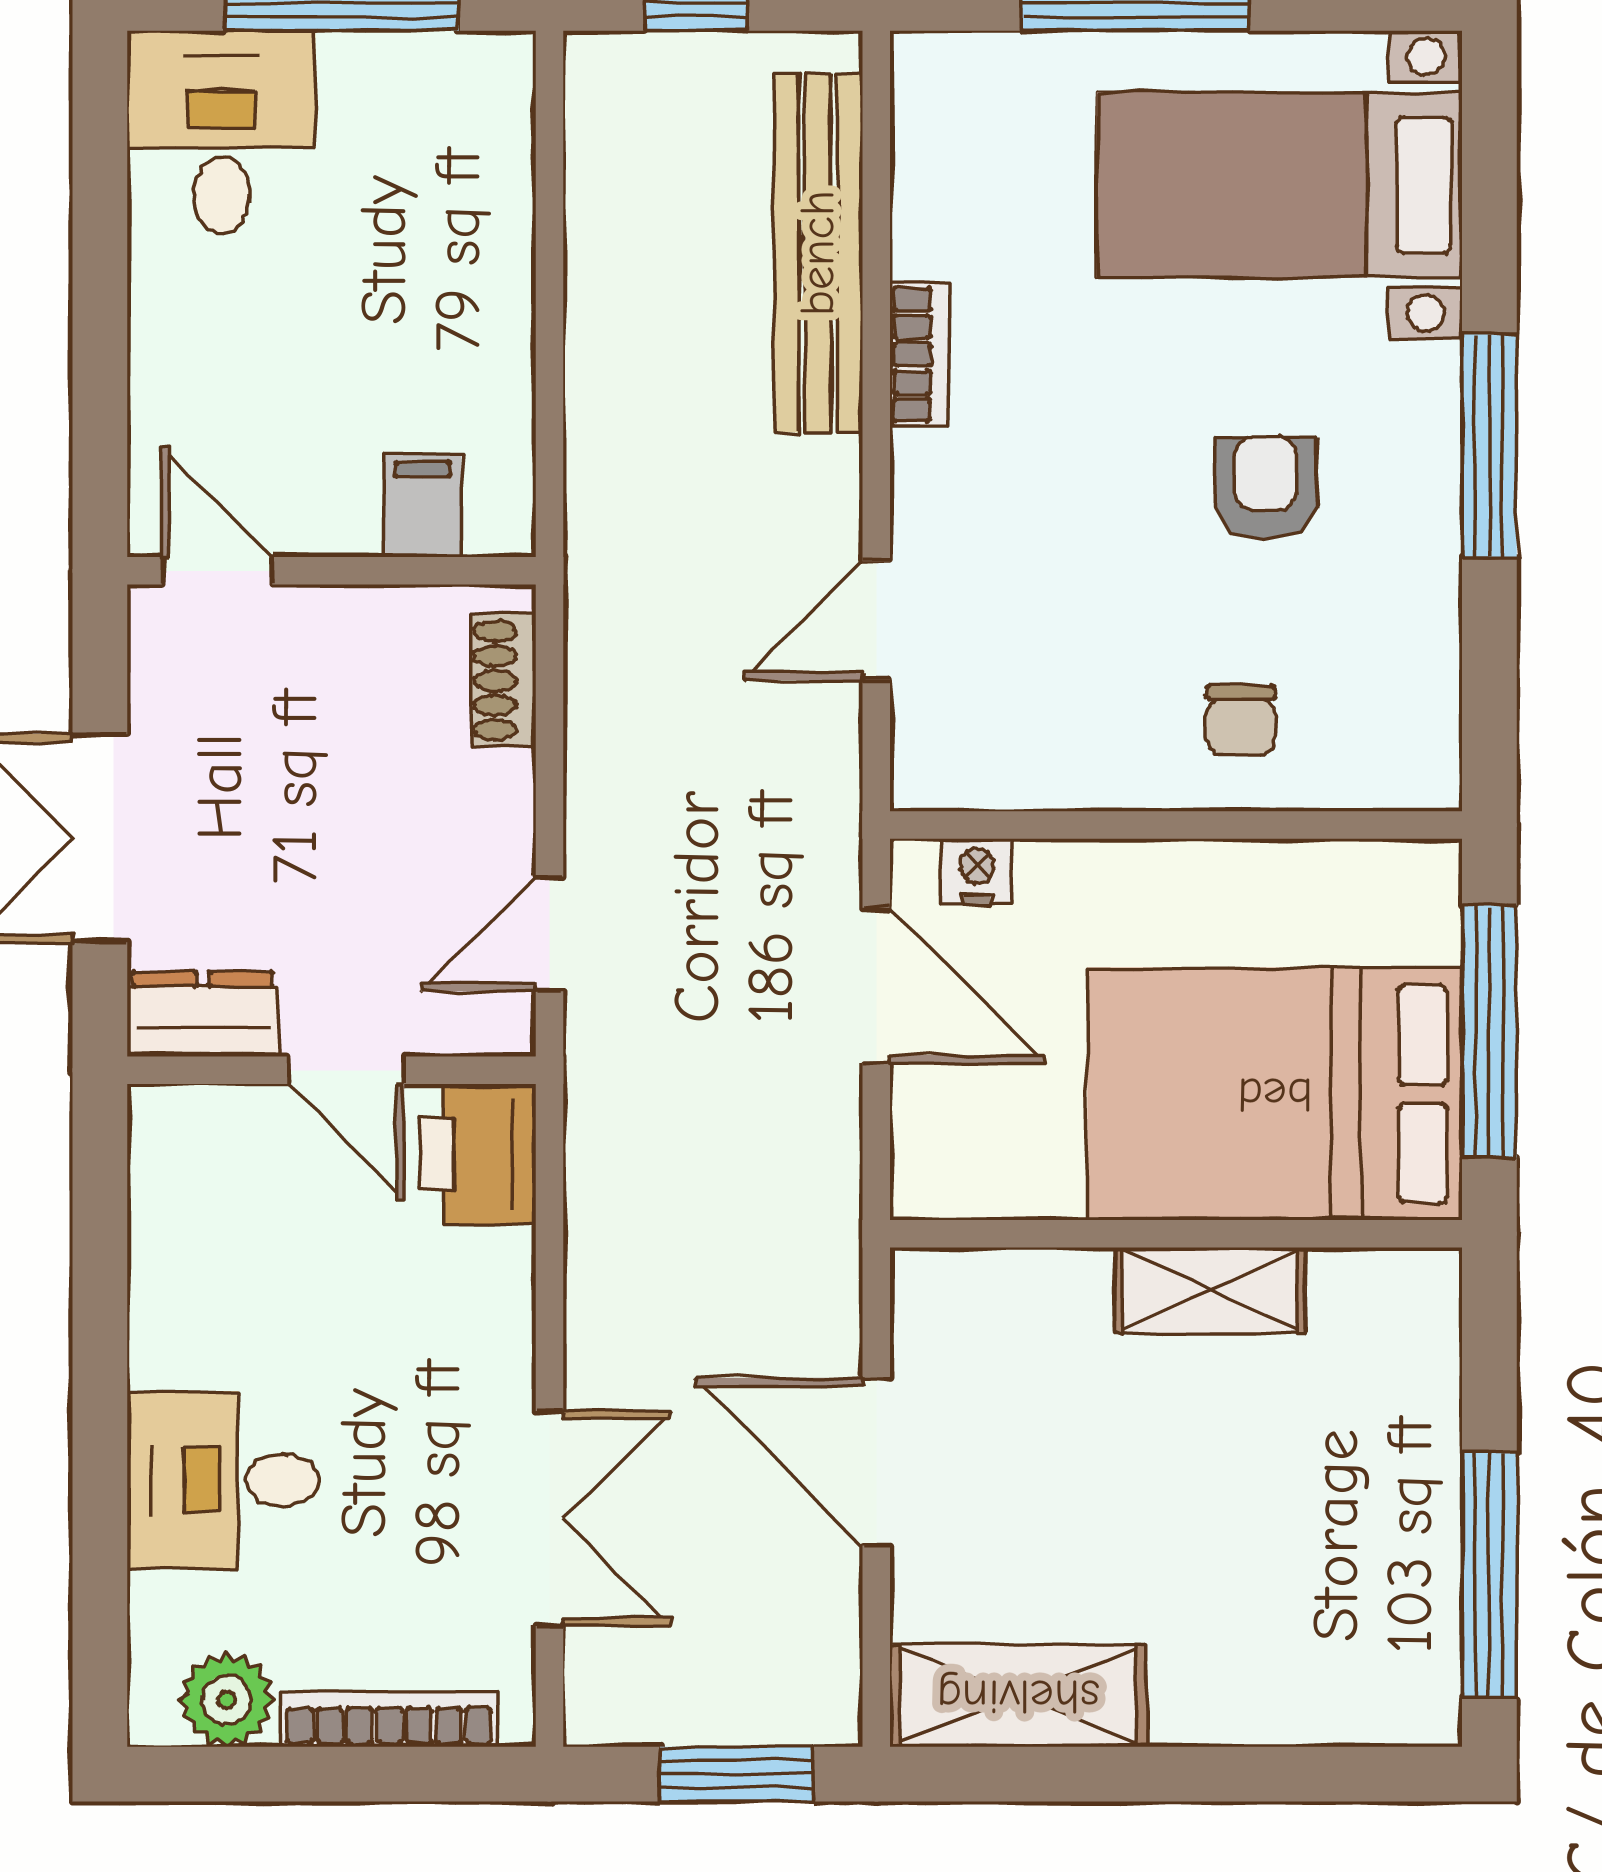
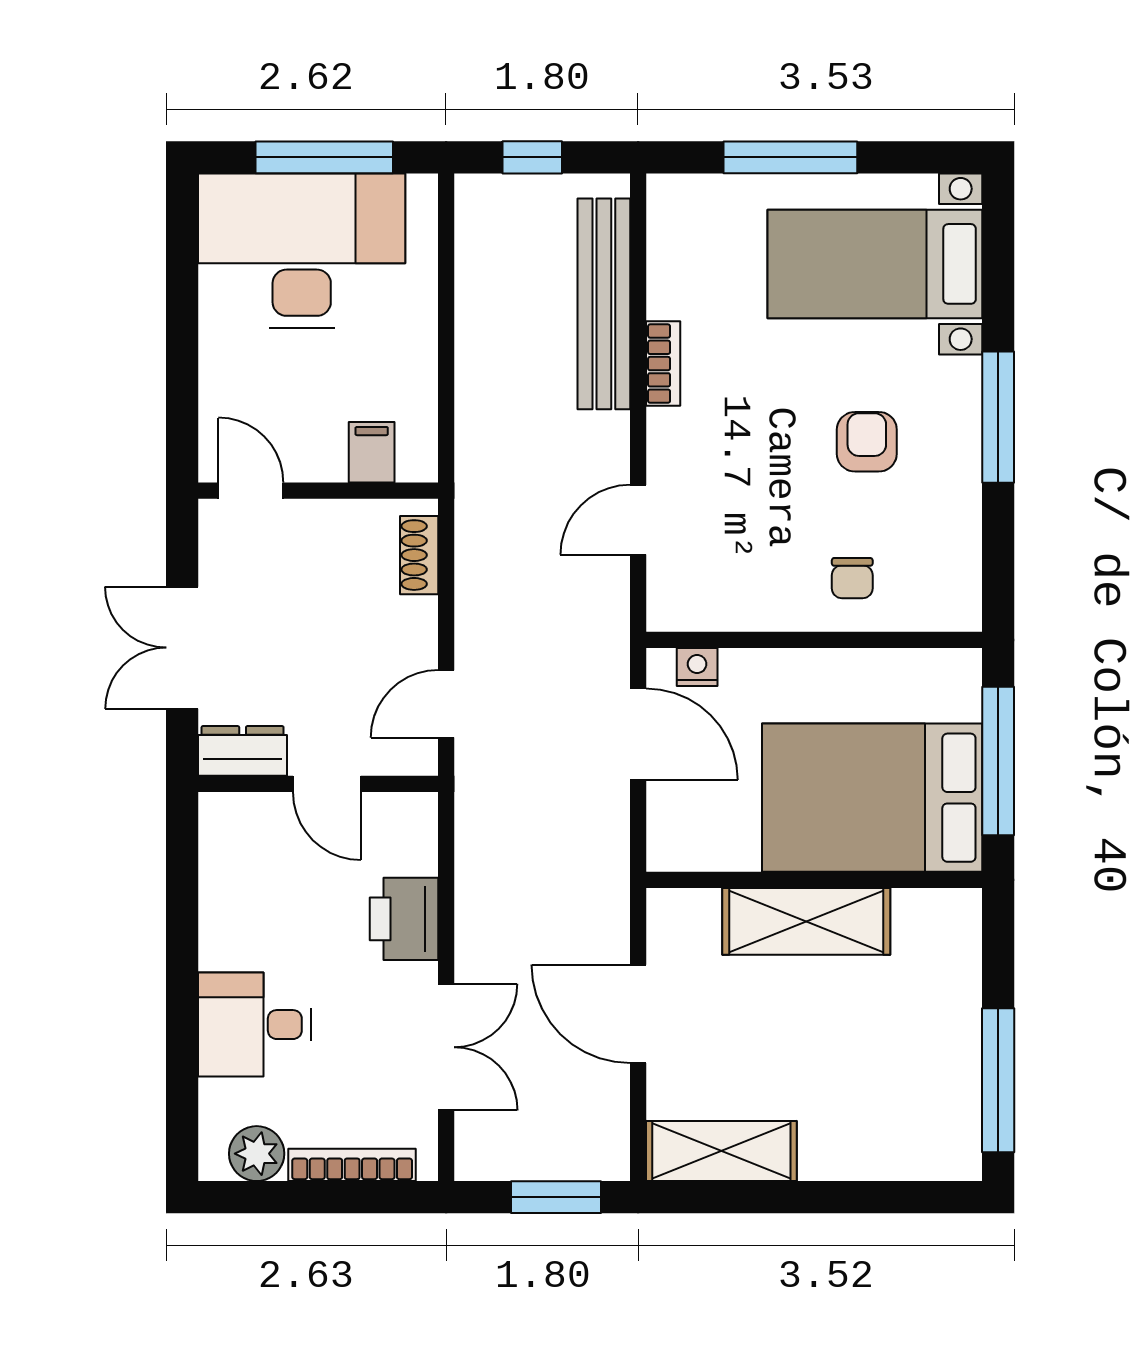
desk: (221, 132) -> (302, 251), width x1.87, depth x1.30
printer: (478, 1154) -> (404, 919), moved
shelving: (1210, 1290) -> (806, 921), width x1.50, depth x1.33

